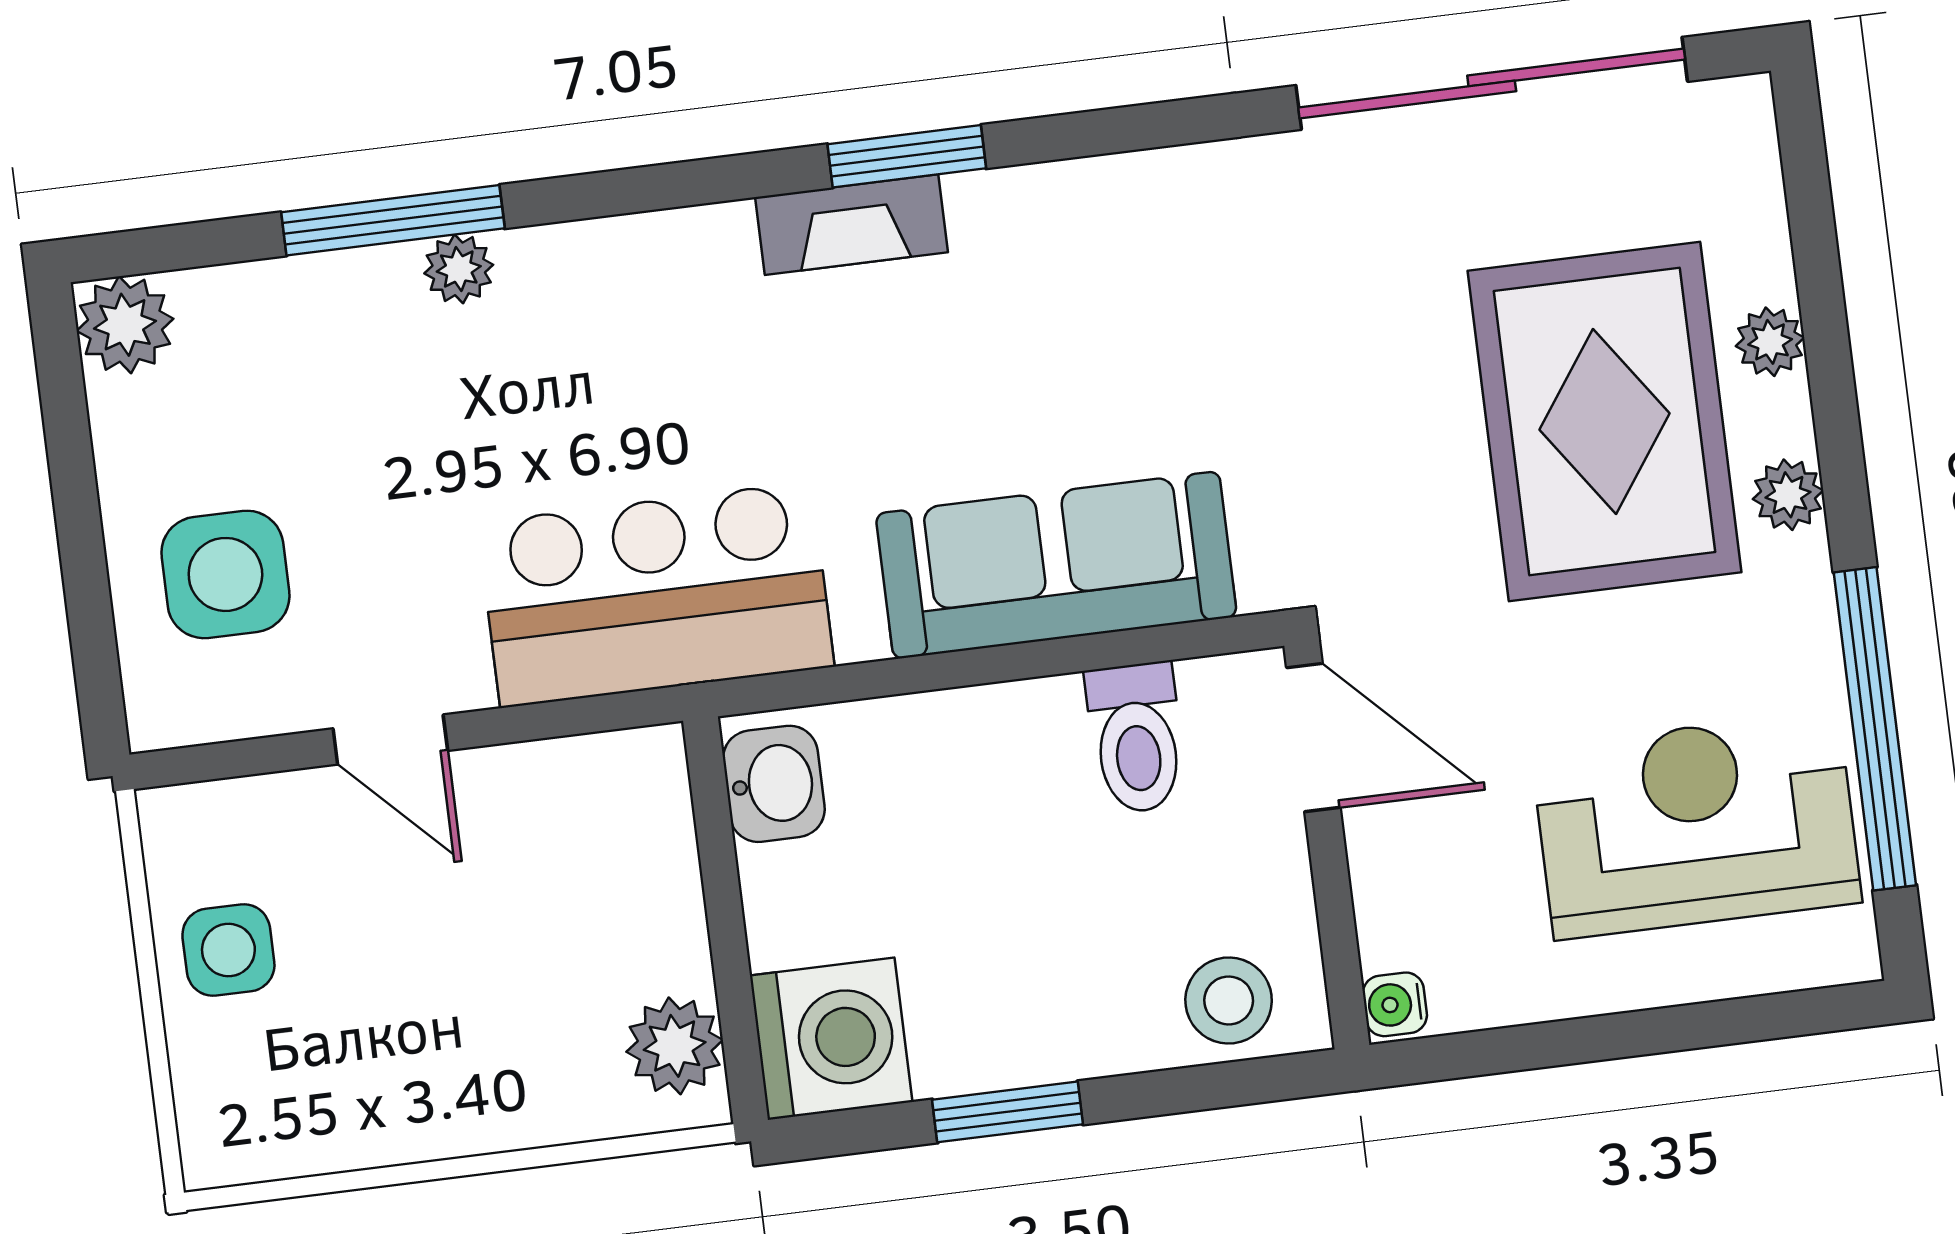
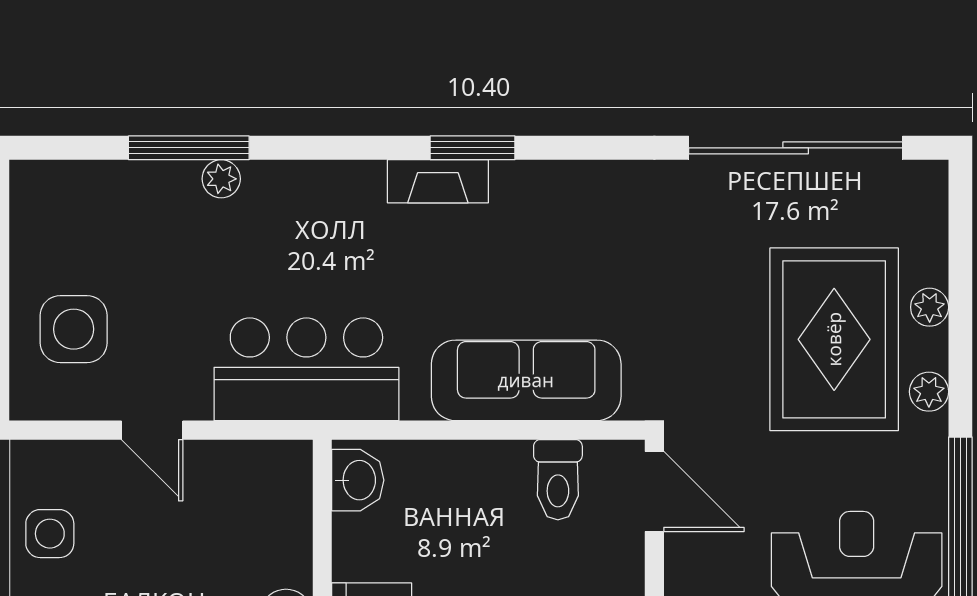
plant: (125, 325) -> (36, 186), removed

